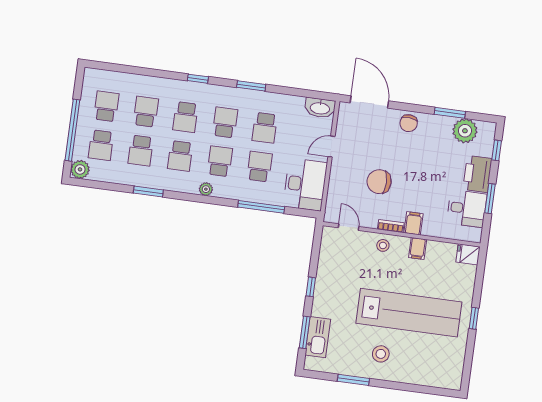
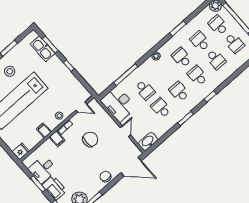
school desk: (225, 122) -> (179, 92), turned 180
school desk: (220, 161) -> (163, 74), removed

